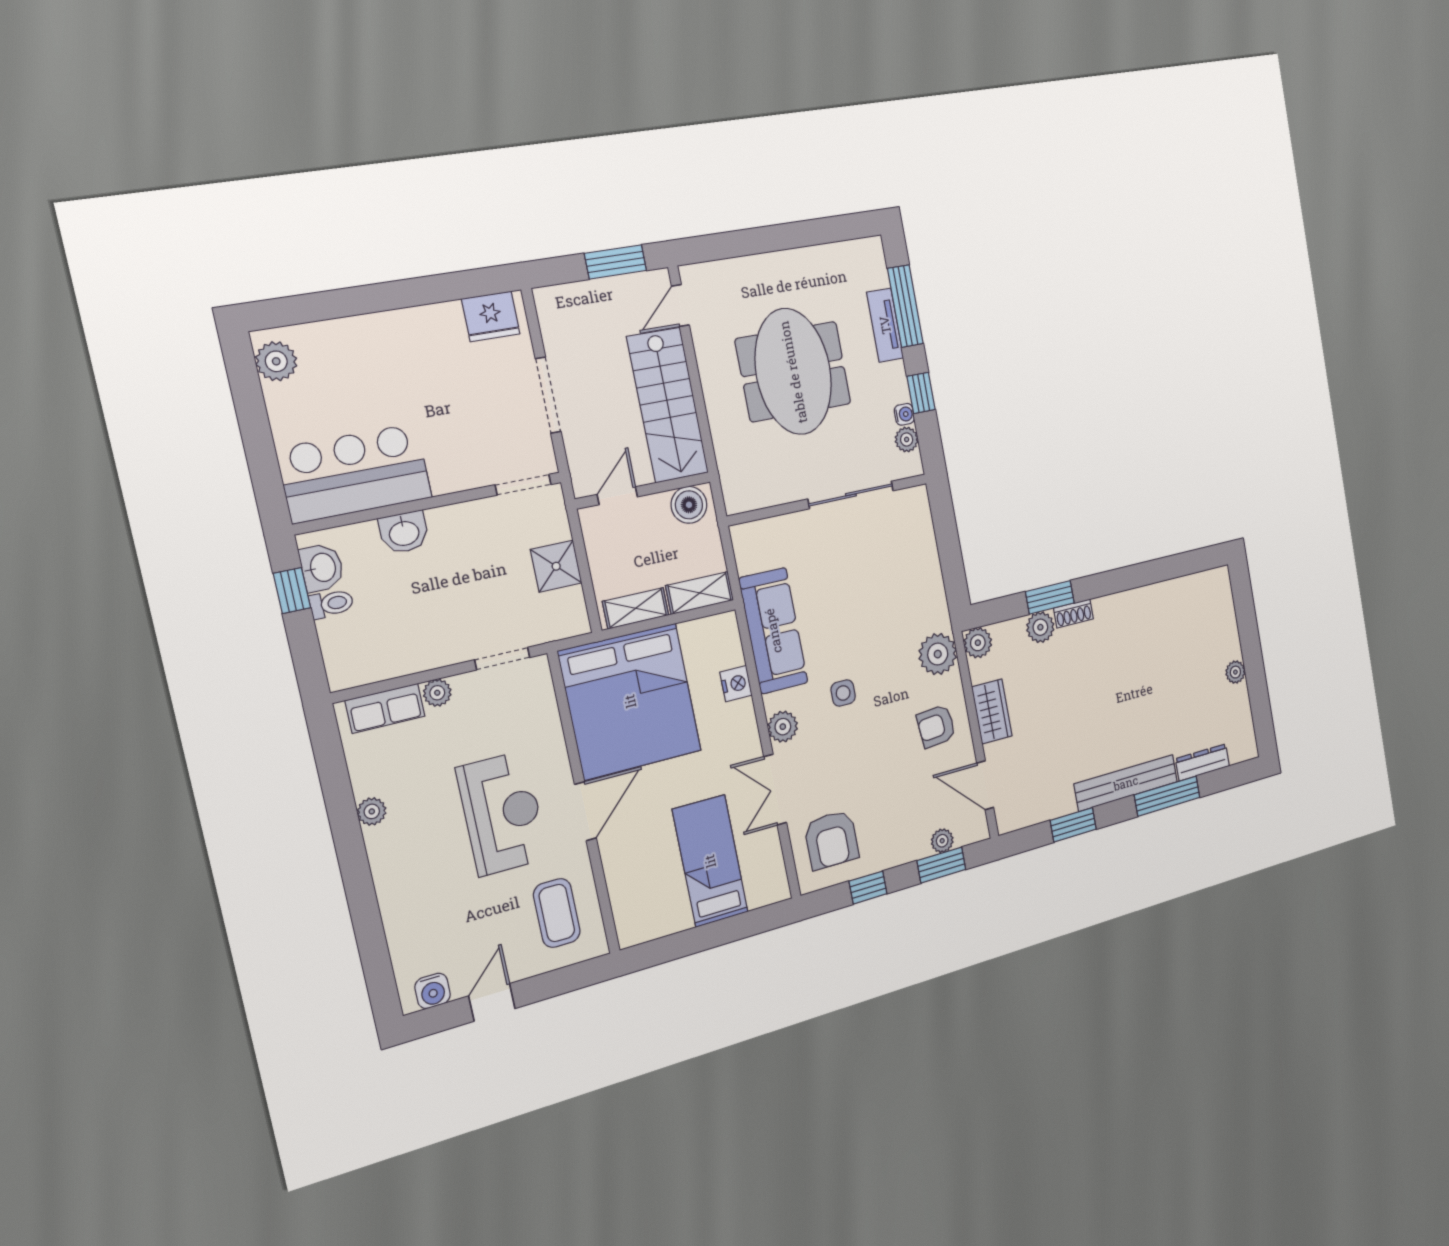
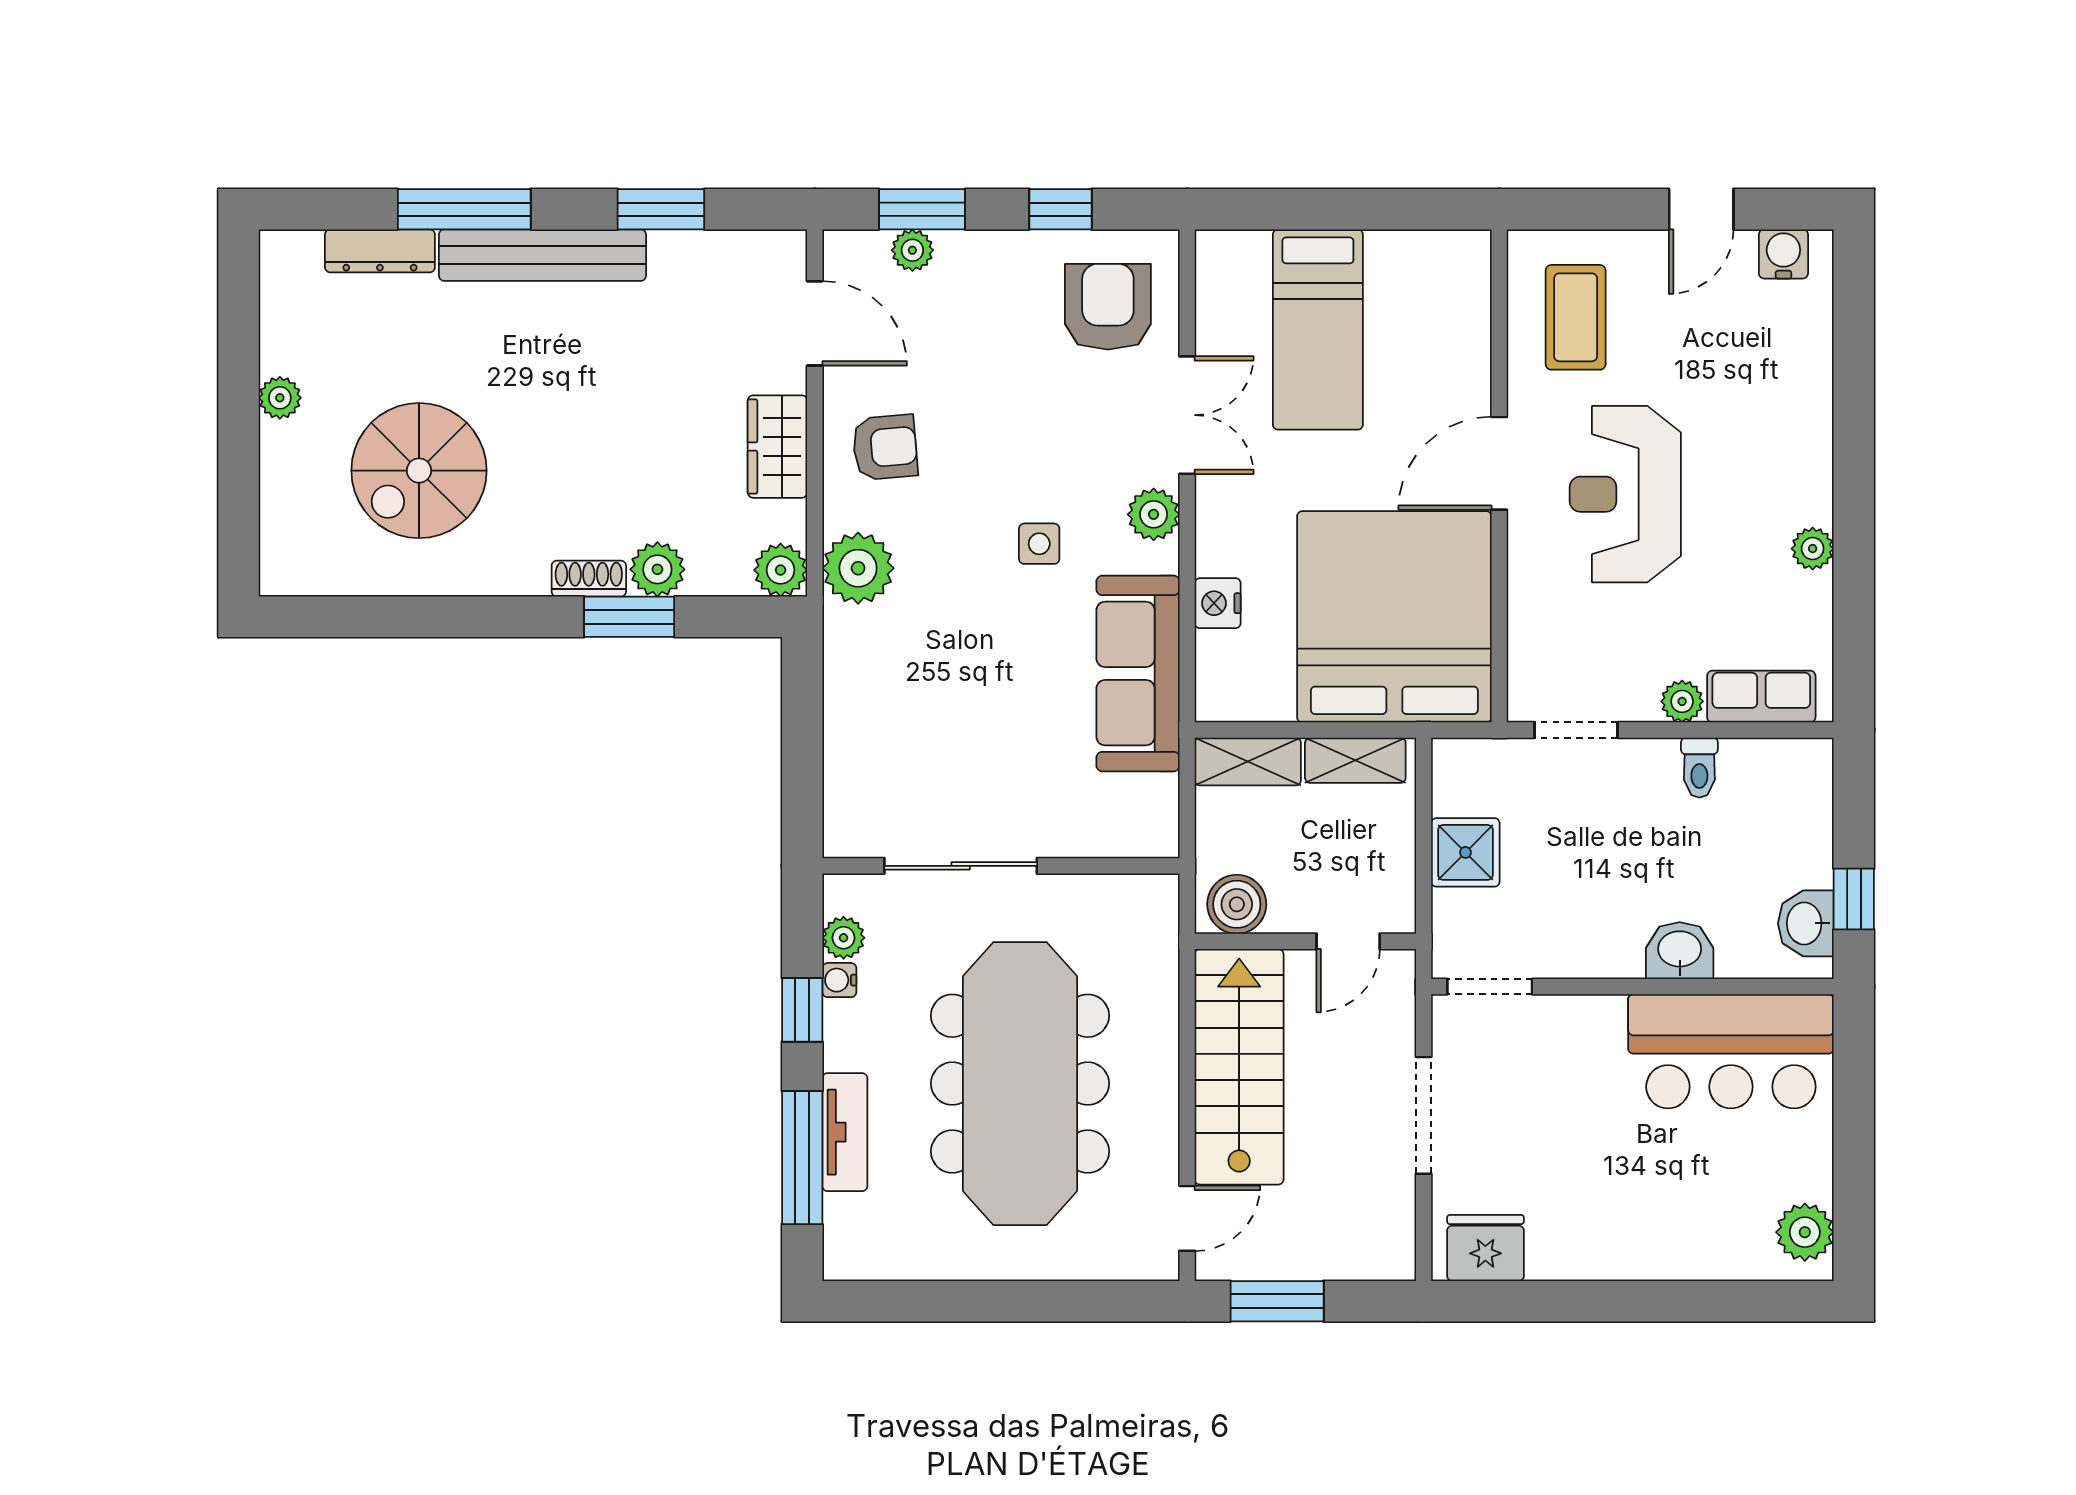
meeting table: (793, 372) -> (1020, 1084), width x1.36
toilet: (331, 604) -> (1699, 768), moved, turned -90
spiral stairs: (1165, 651) -> (419, 471), added

